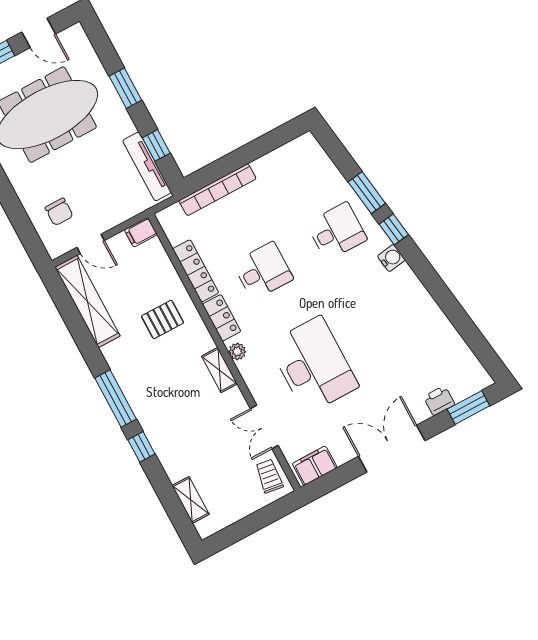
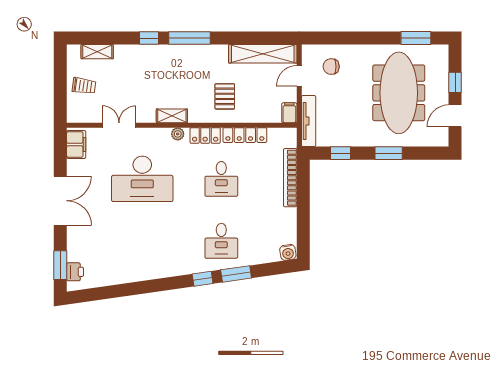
tv unit: (147, 166) -> (309, 121), moved, turned 90
water cooler: (391, 258) -> (288, 252), moved
printer: (439, 401) -> (75, 272), moved
trolley: (269, 476) -> (84, 86), moved

